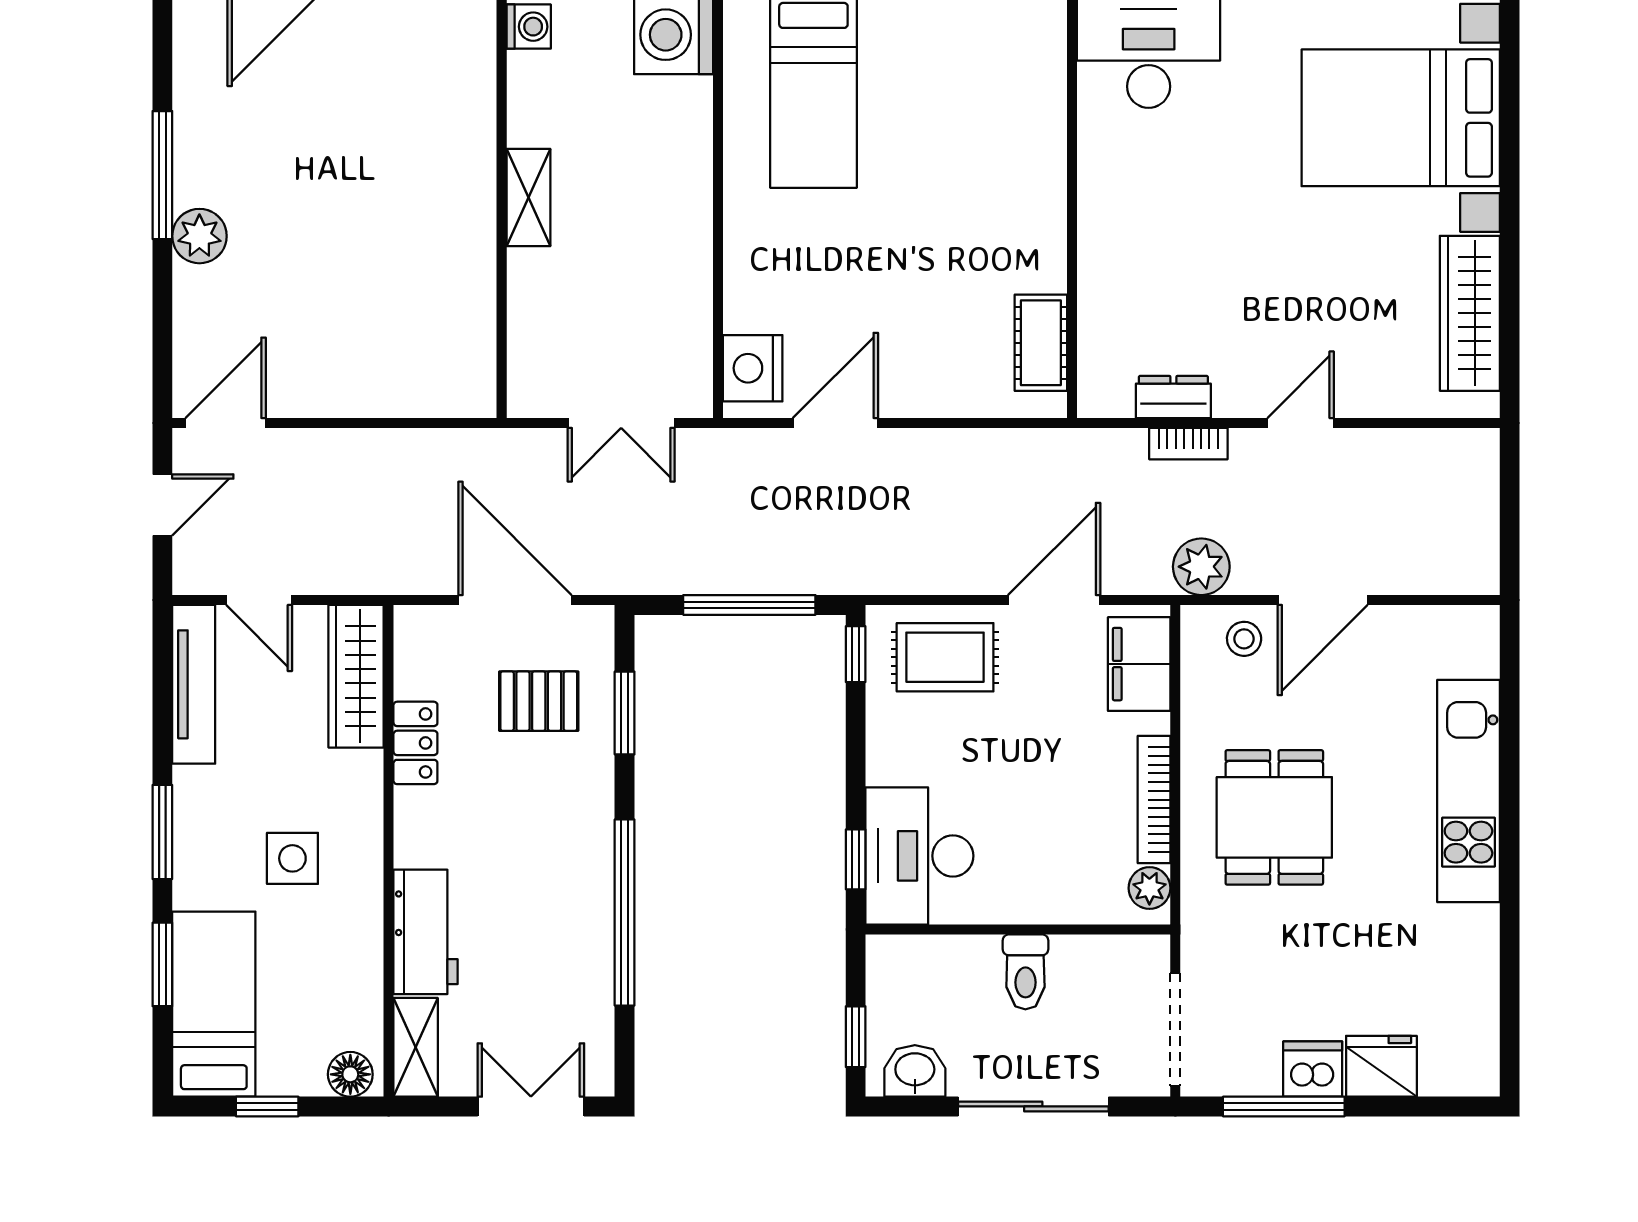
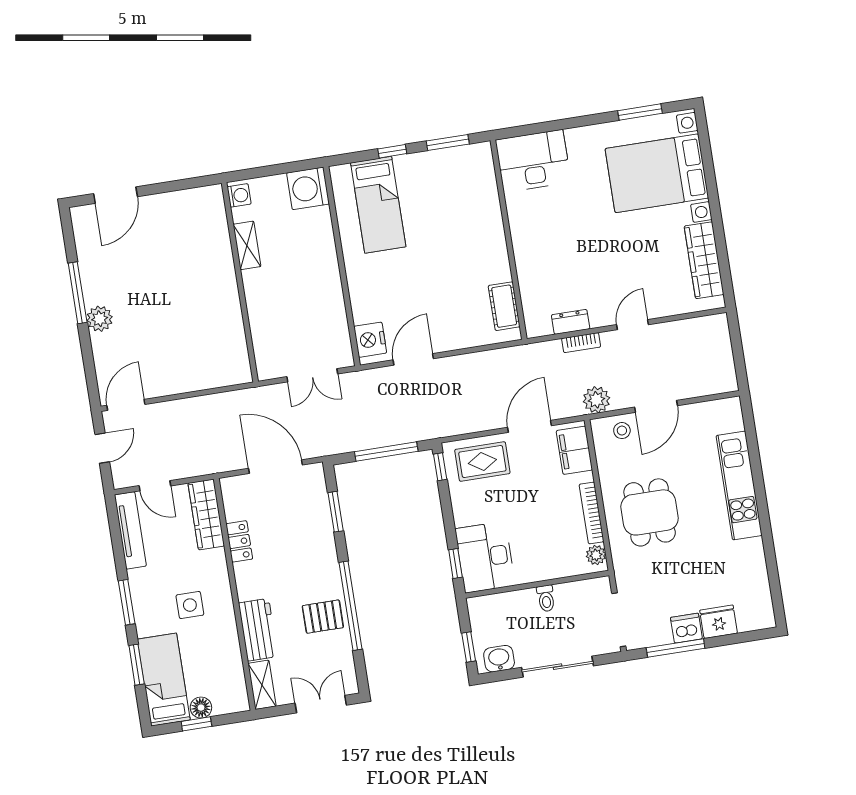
shelving: (528, 197) -> (247, 245), moved
pallet: (539, 701) -> (323, 617), moved
toilet: (1025, 972) -> (546, 598), width x0.73, depth x0.72
floor lamp: (350, 1074) -> (201, 708), moved

